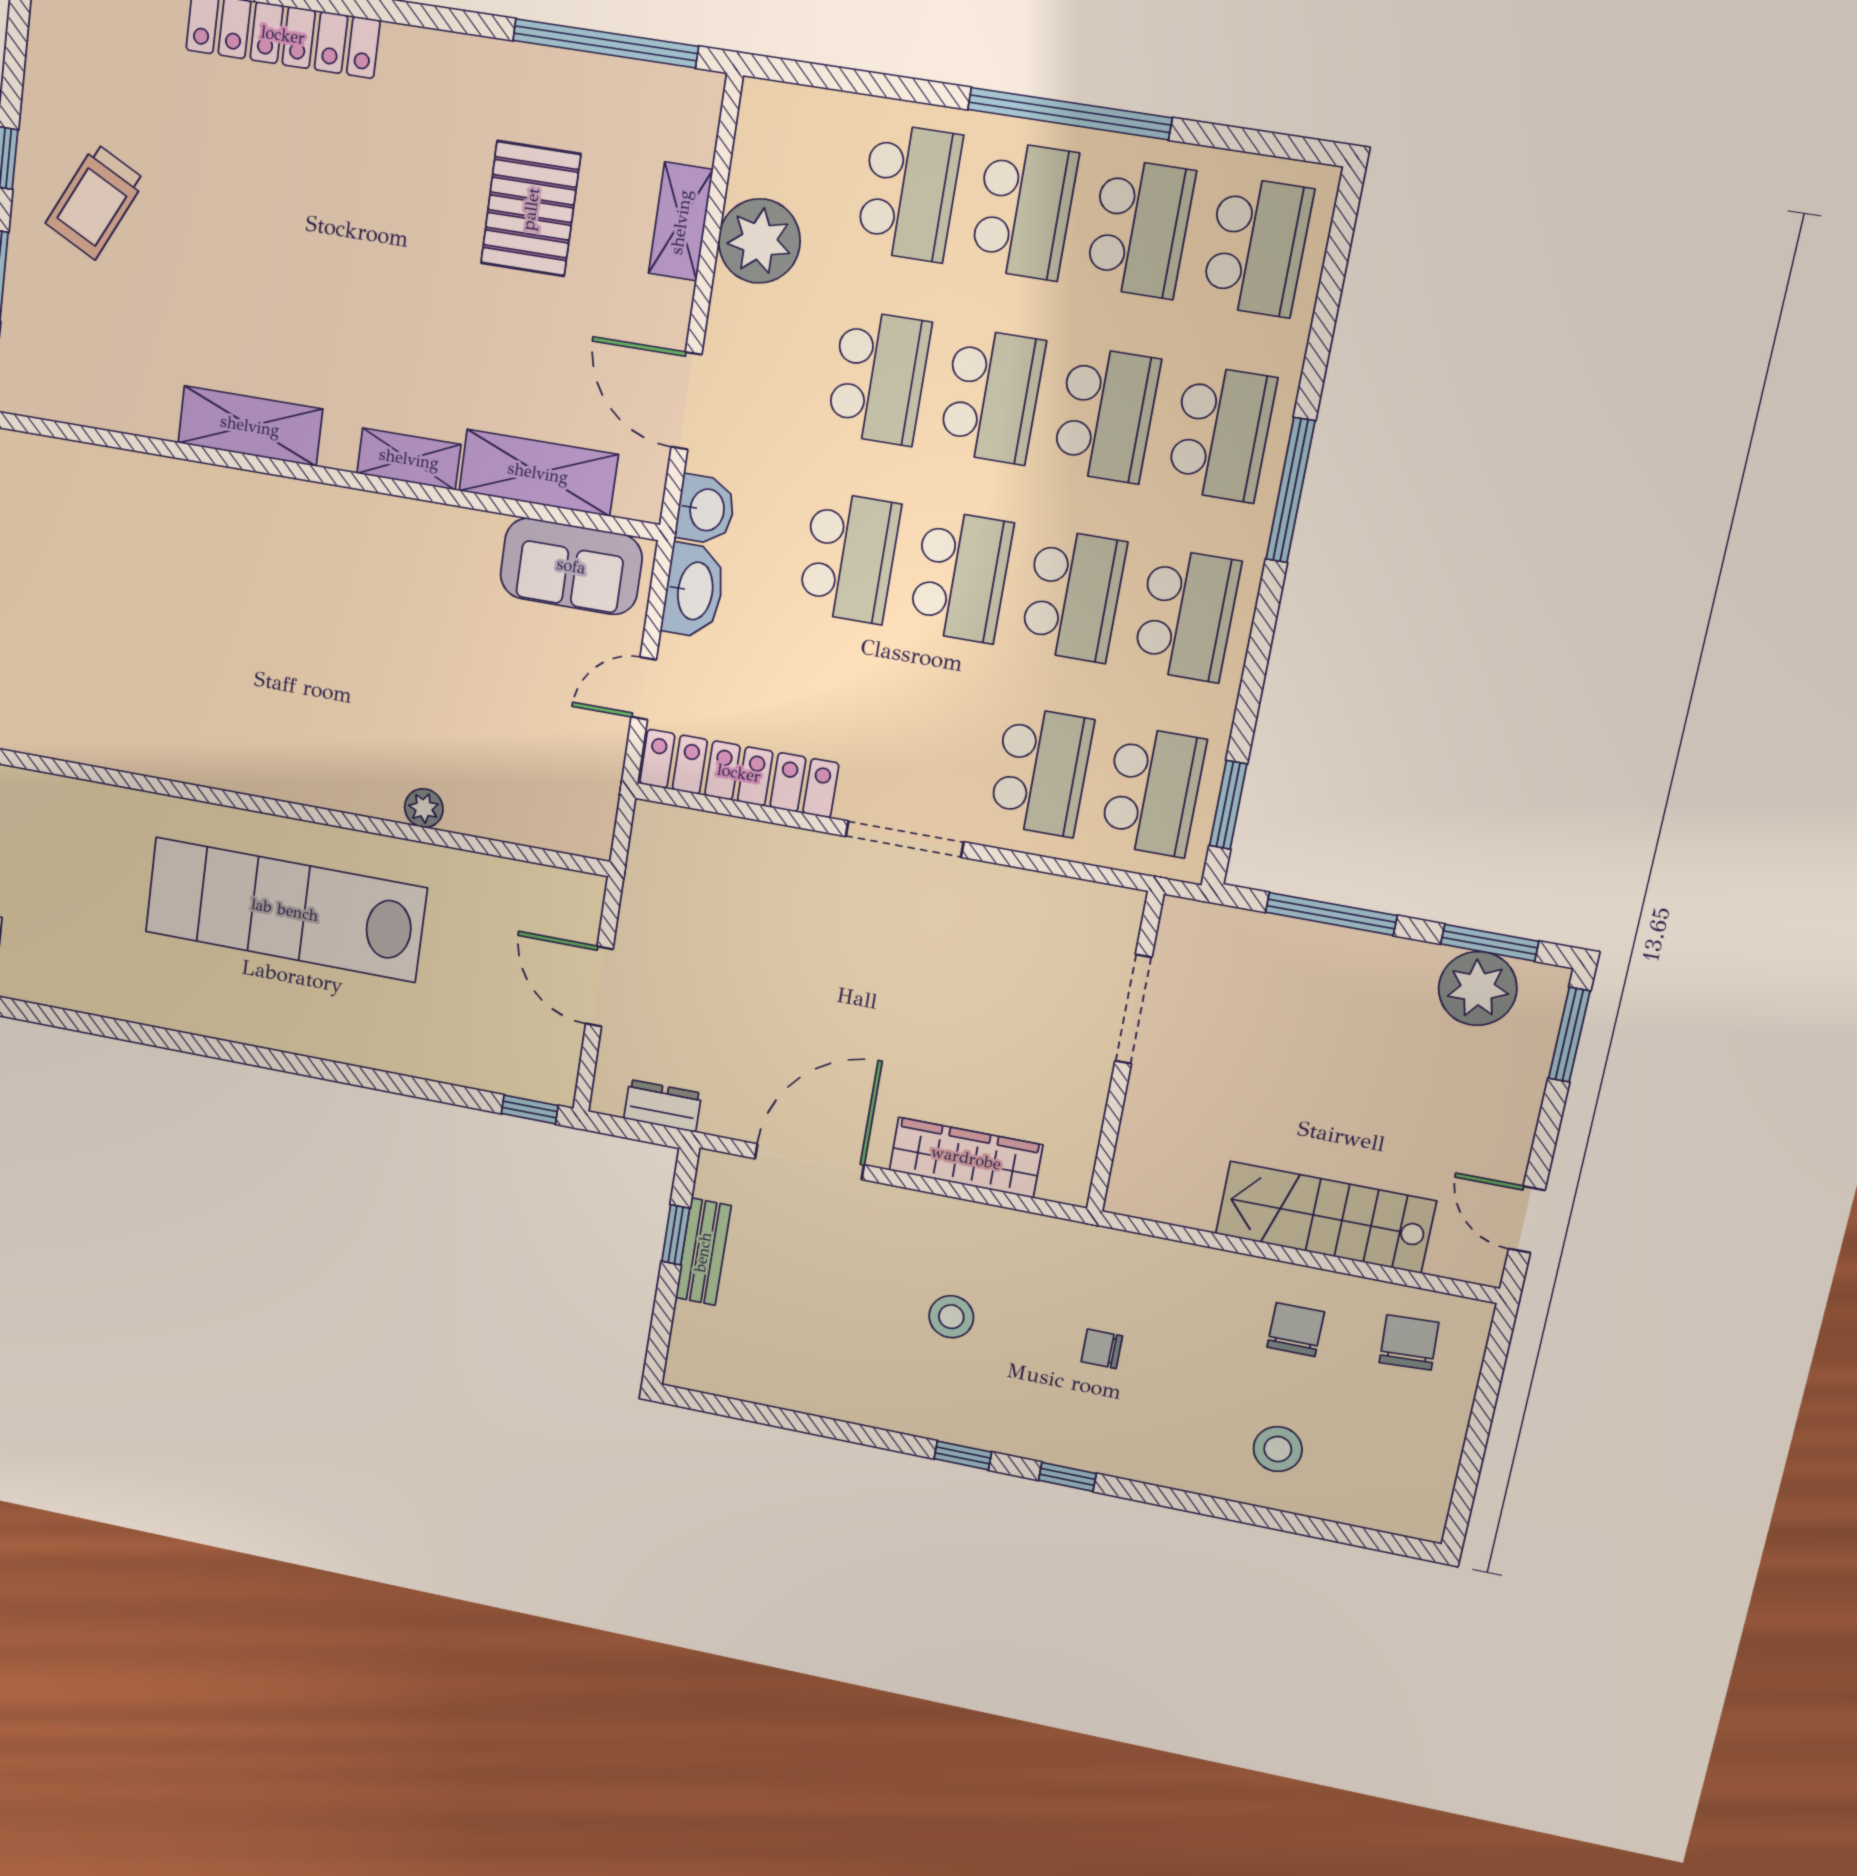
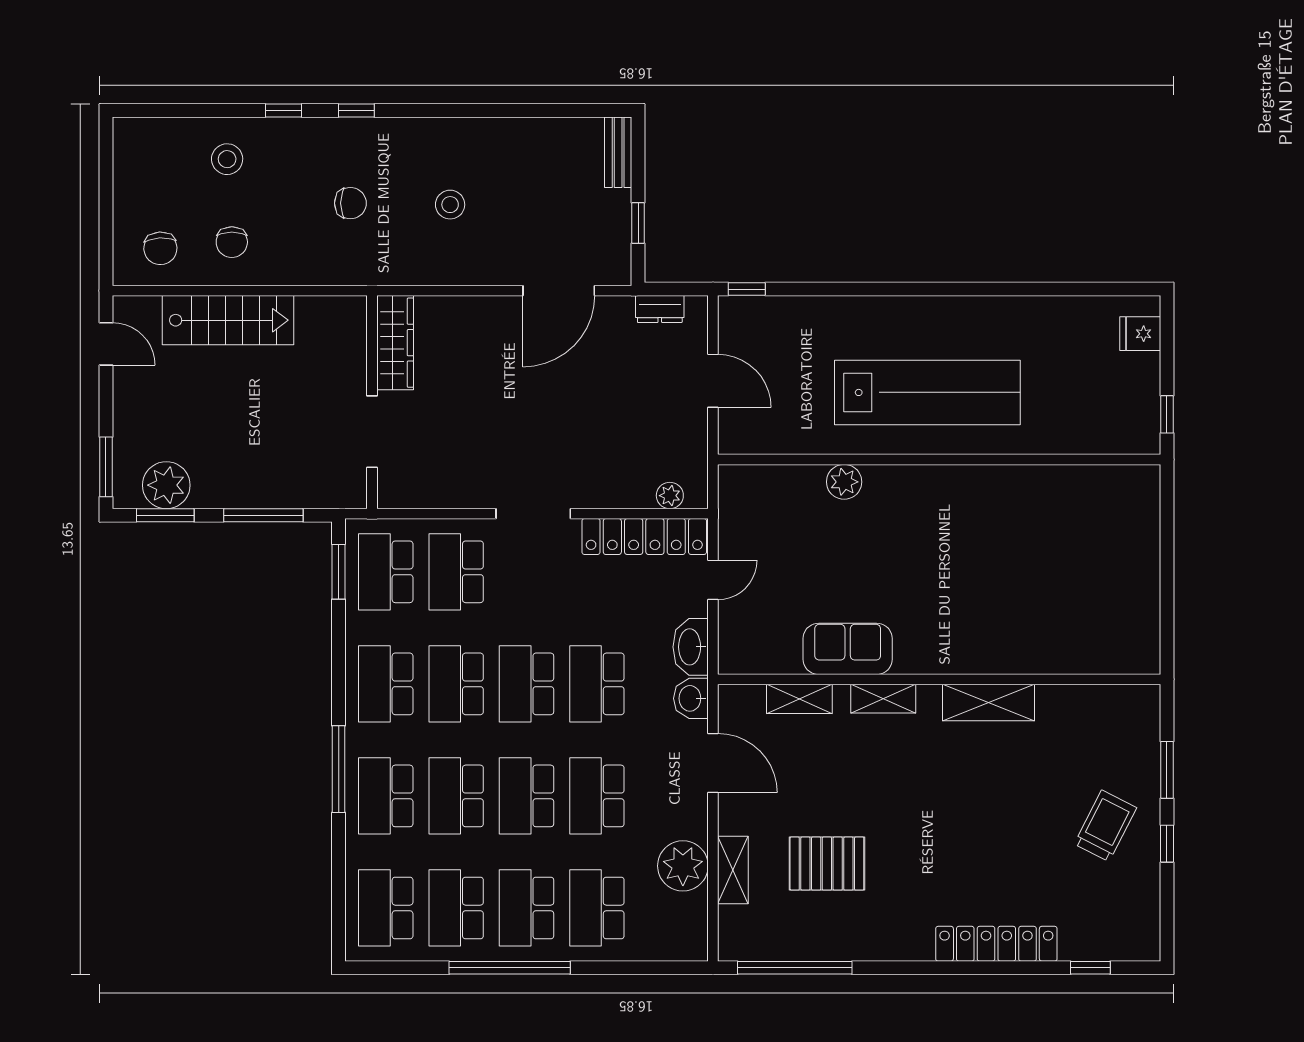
pallet: (531, 209) -> (827, 864), turned 90
shelving: (538, 473) -> (799, 699), width x0.67, depth x0.75
sofa: (571, 566) -> (848, 649), moved
plant: (424, 808) -> (844, 482), width x1.38, depth x1.38
plant: (690, 828) -> (670, 496), added
wardrobe: (966, 1158) -> (395, 343), moved, turned -90
bench: (703, 1252) -> (618, 152), moved
chair: (1102, 1349) -> (350, 203), width x1.37, depth x1.37
window: (963, 1455) -> (283, 111), moved

